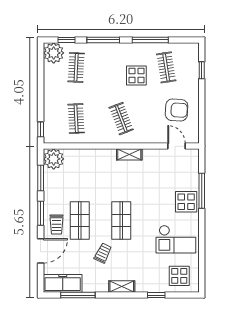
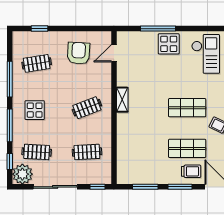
display table: (136, 76) -> (35, 110), moved
sliding door: (41, 86) -> (55, 187), added
plant: (54, 159) -> (127, 174), removed

